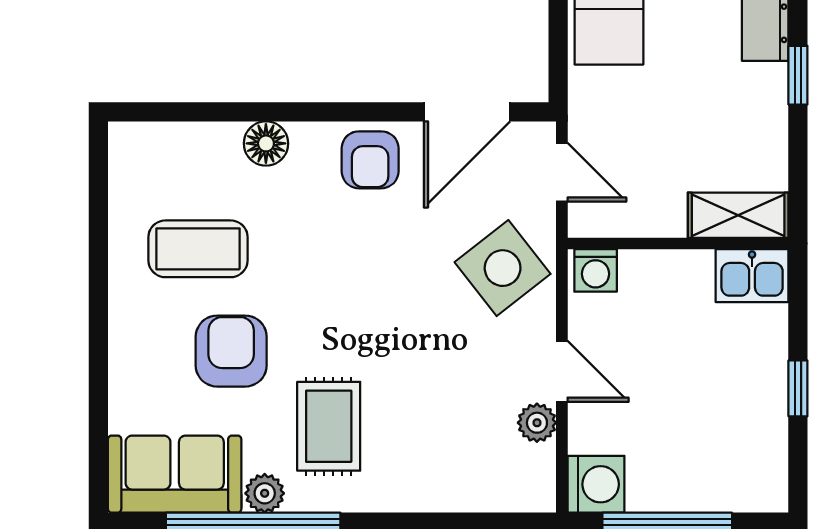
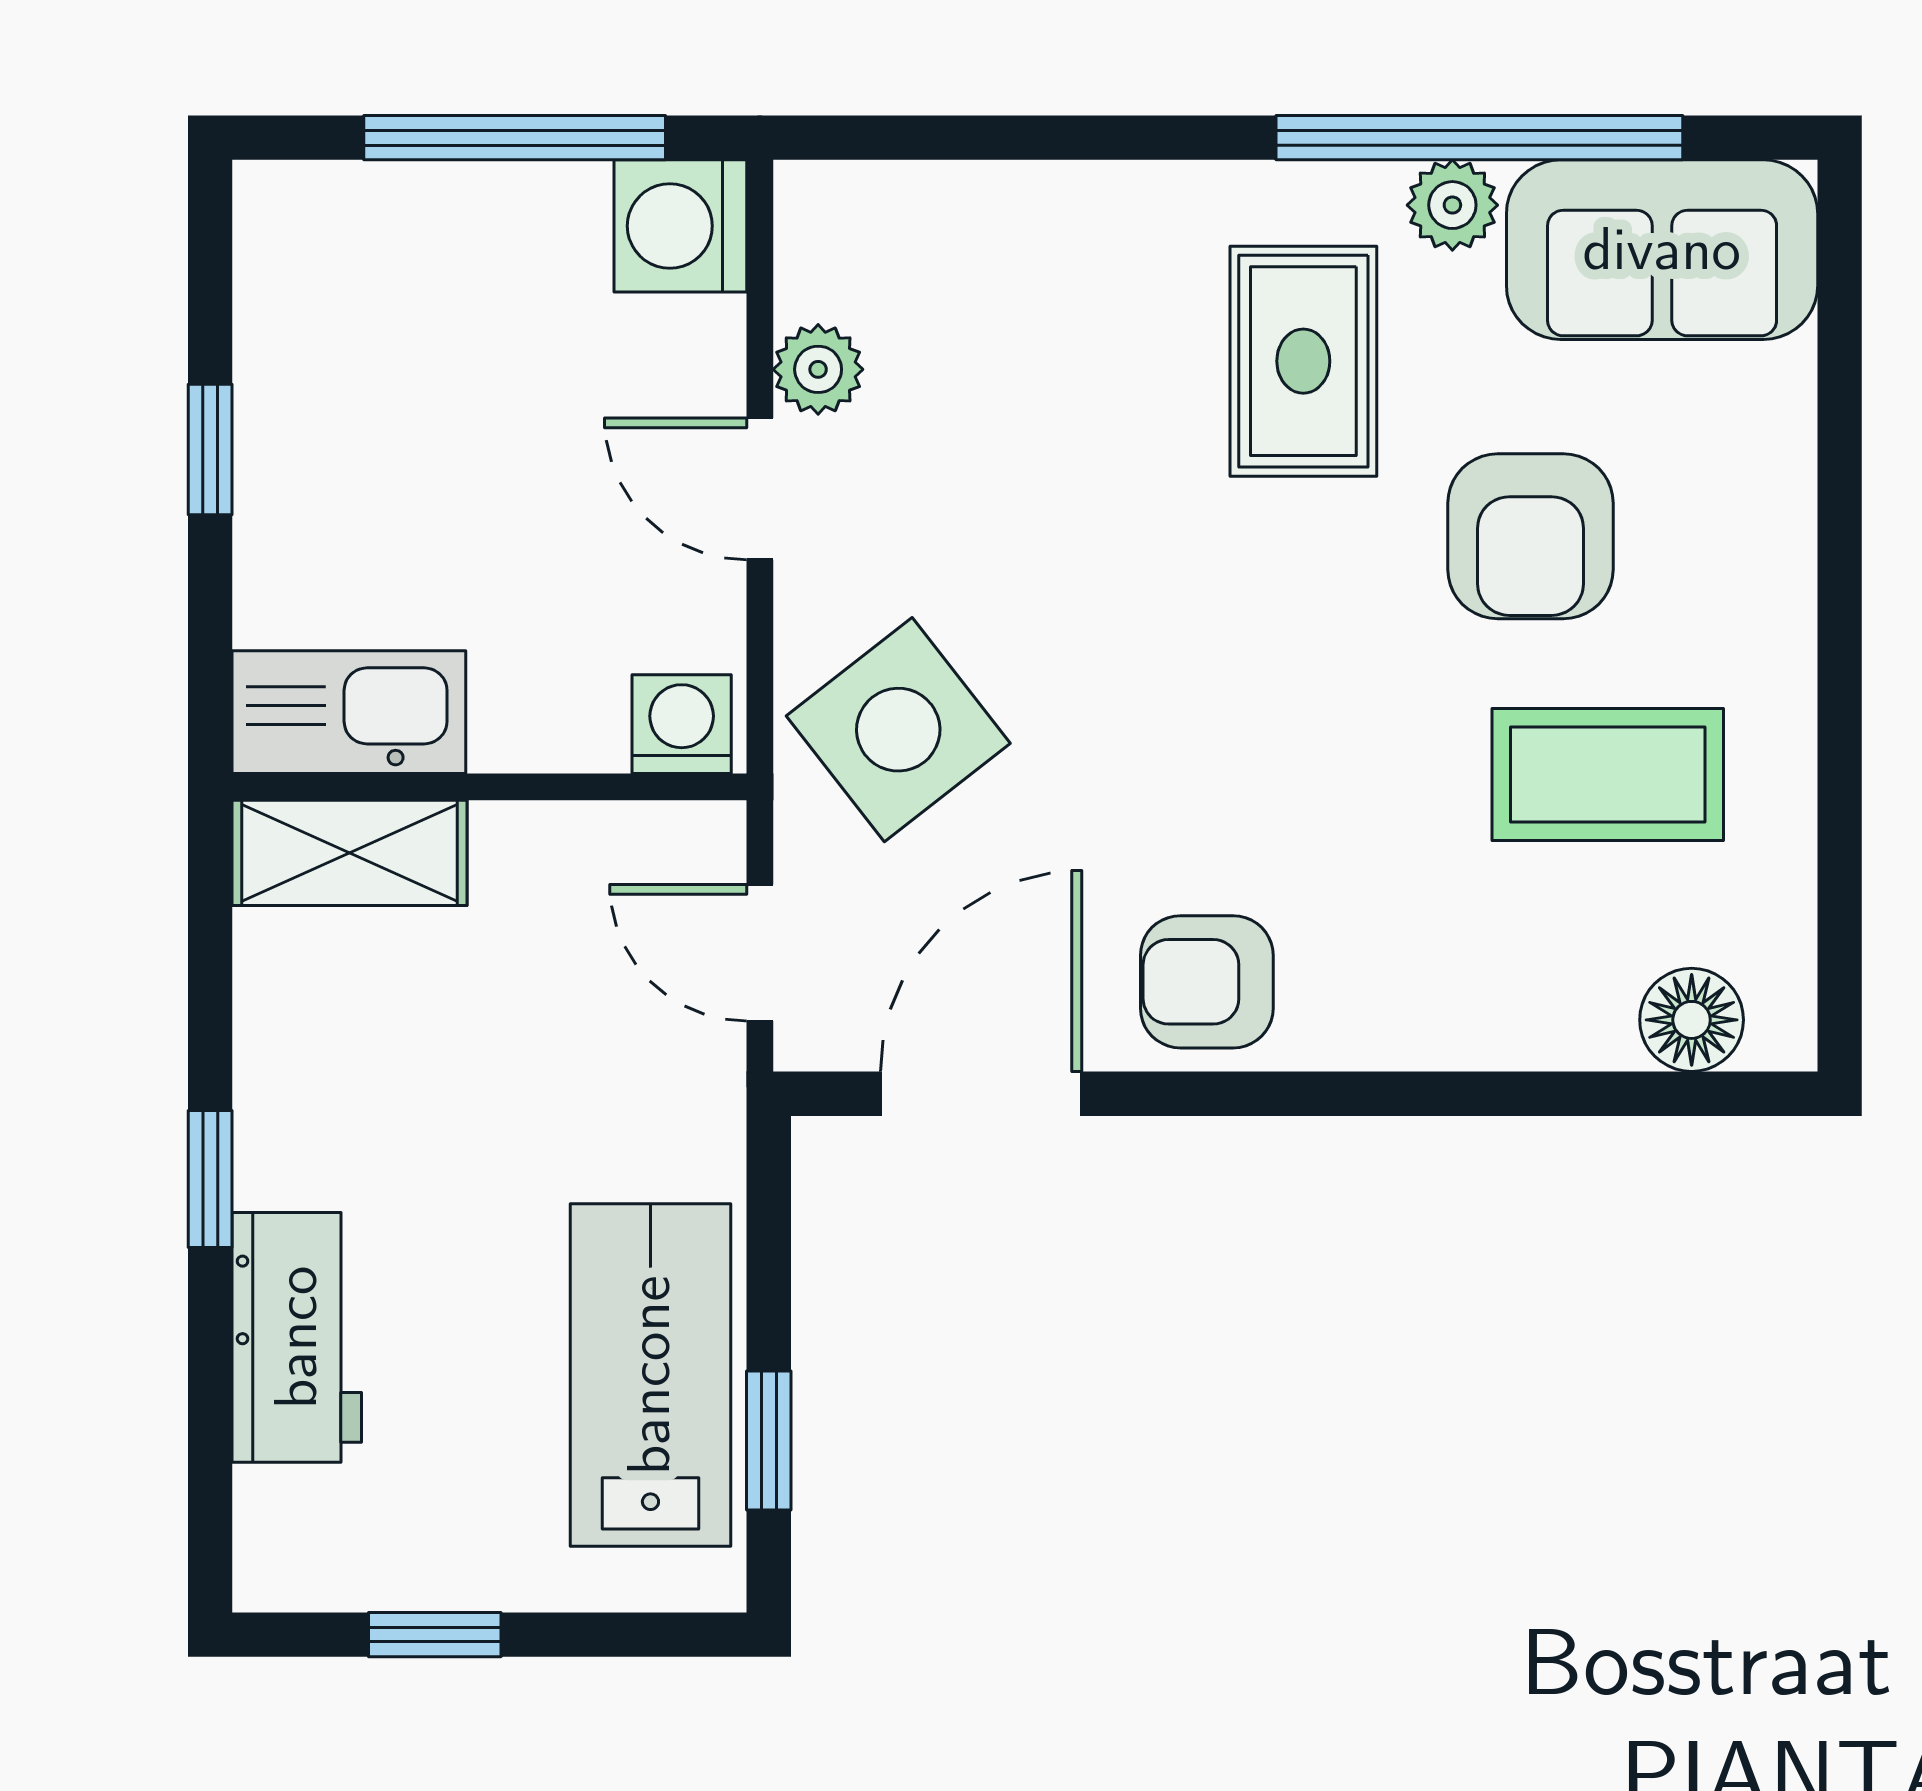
floor lamp: (266, 143) -> (1692, 1020), moved
armchair: (370, 160) -> (1207, 982), turned -90
kitchen sink: (752, 276) -> (349, 712), width x1.38

